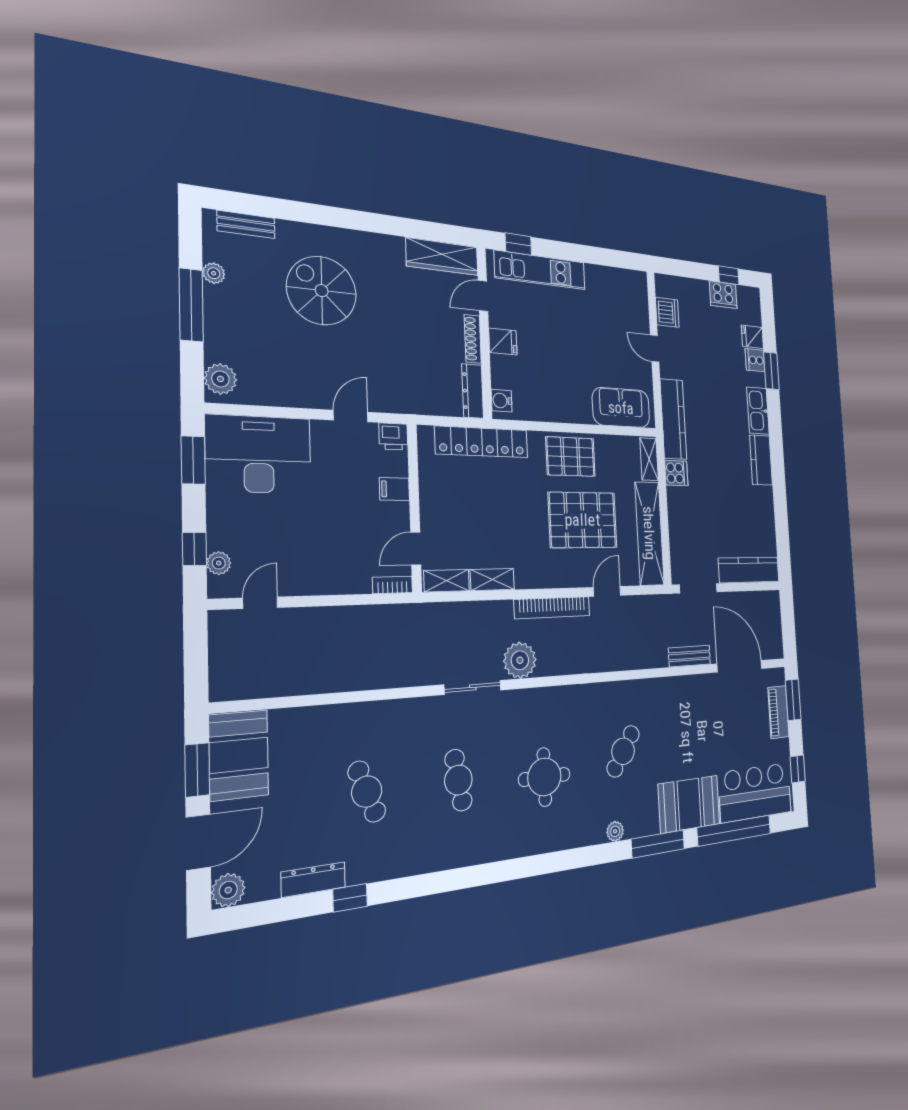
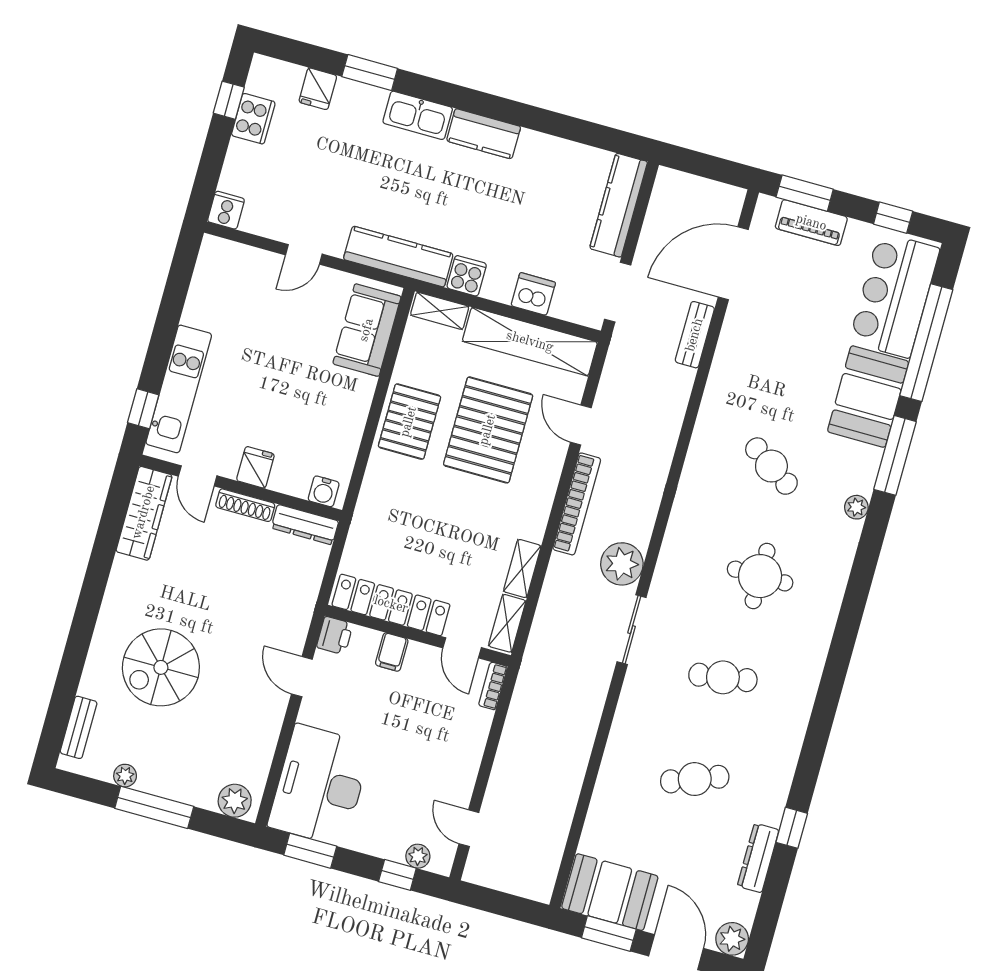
dishwasher: (667, 312) -> (533, 294), moved
cooker: (755, 360) -> (226, 210), moved, turned 180
locker: (482, 442) -> (391, 605), moved, turned -90

